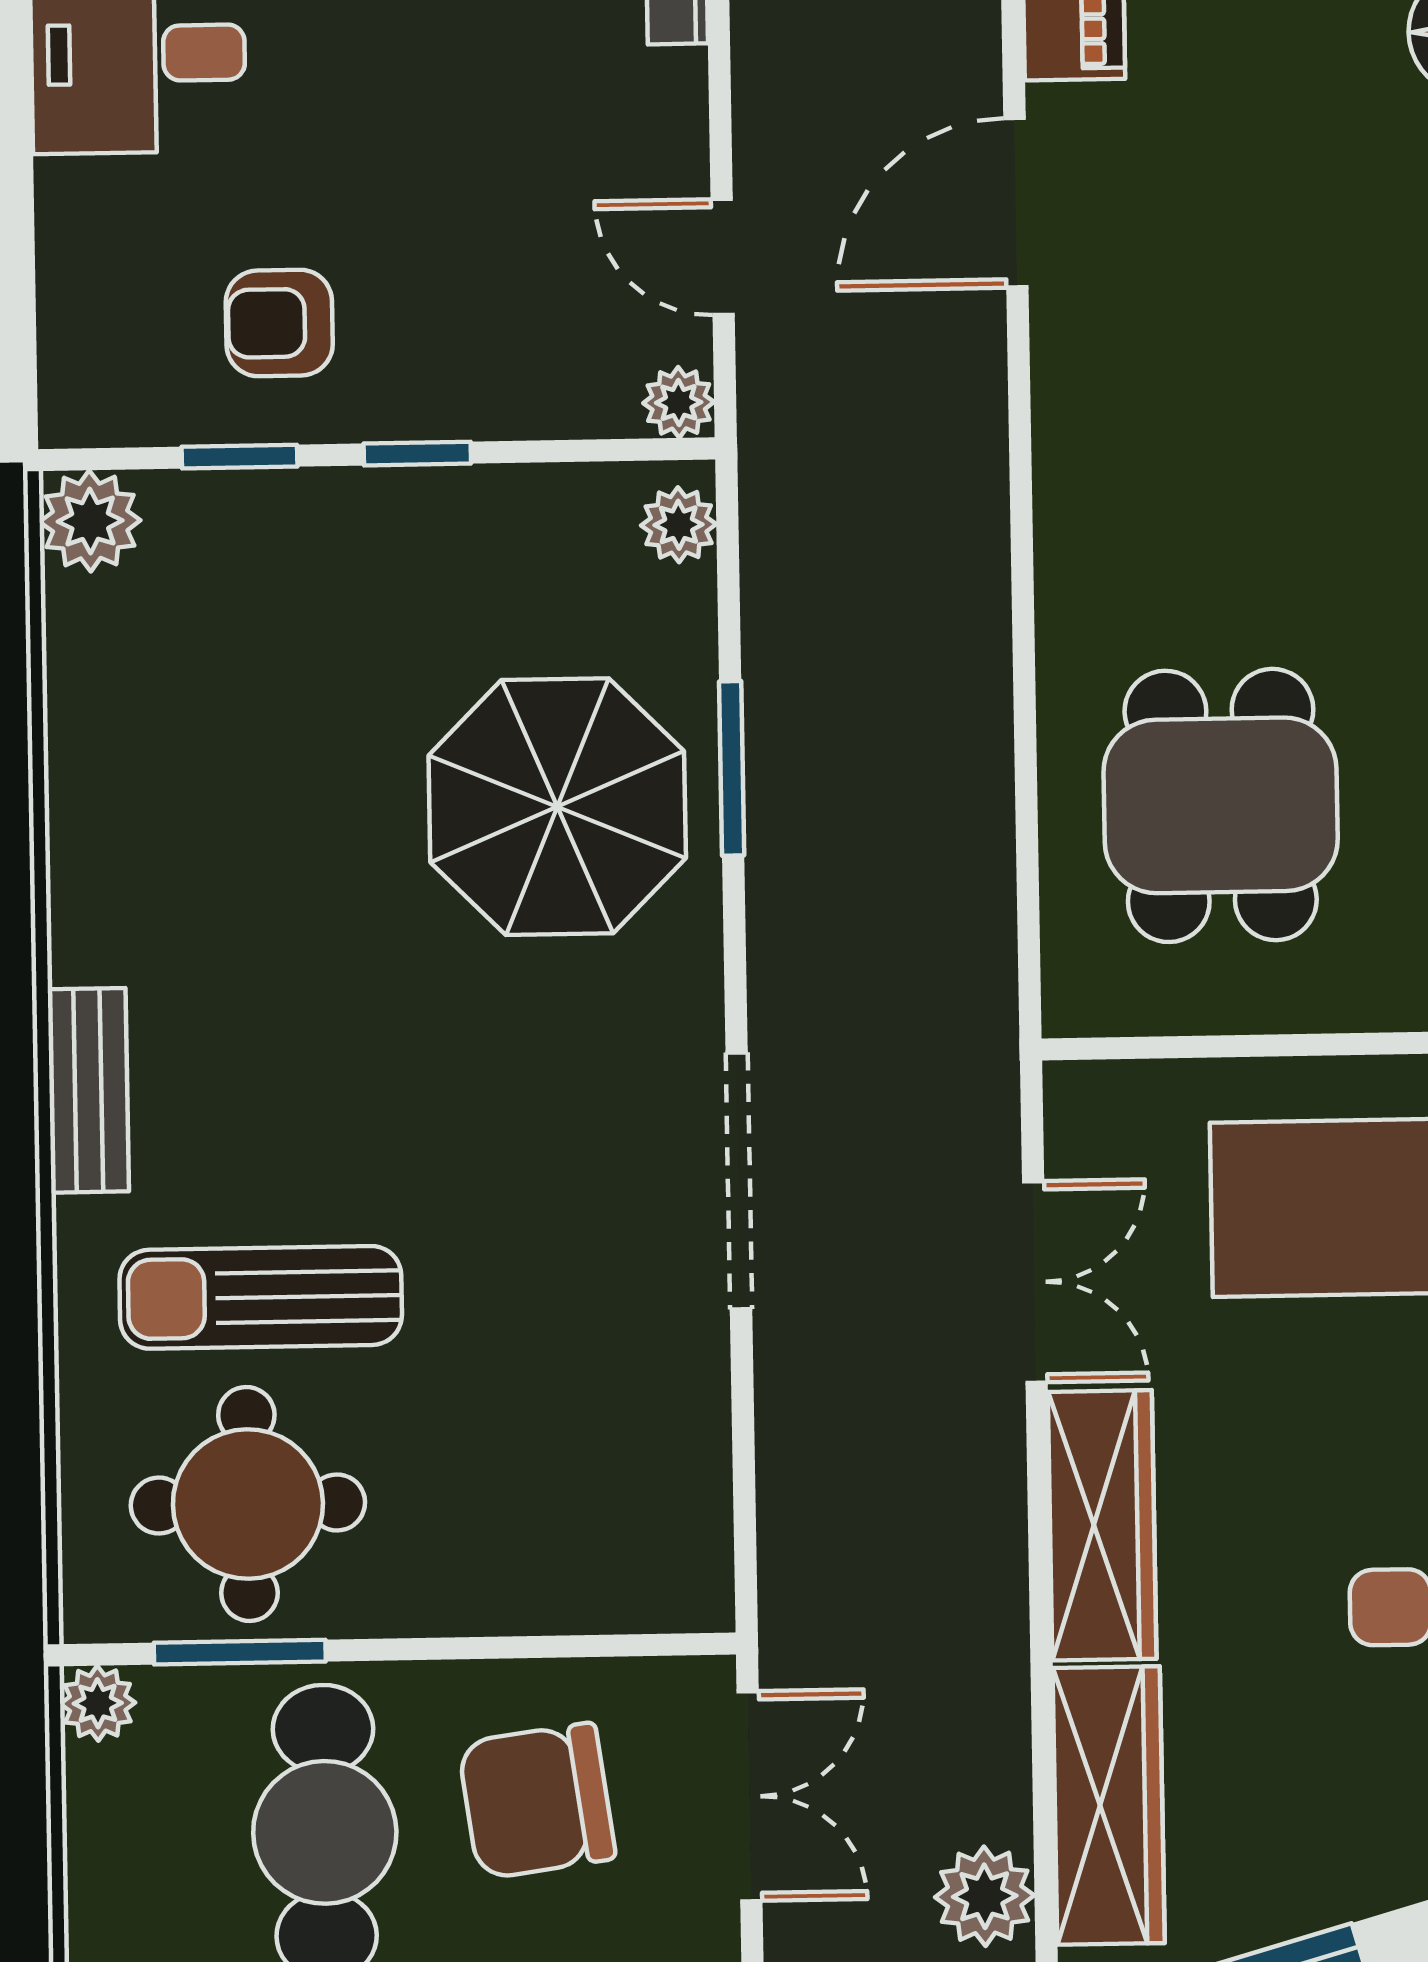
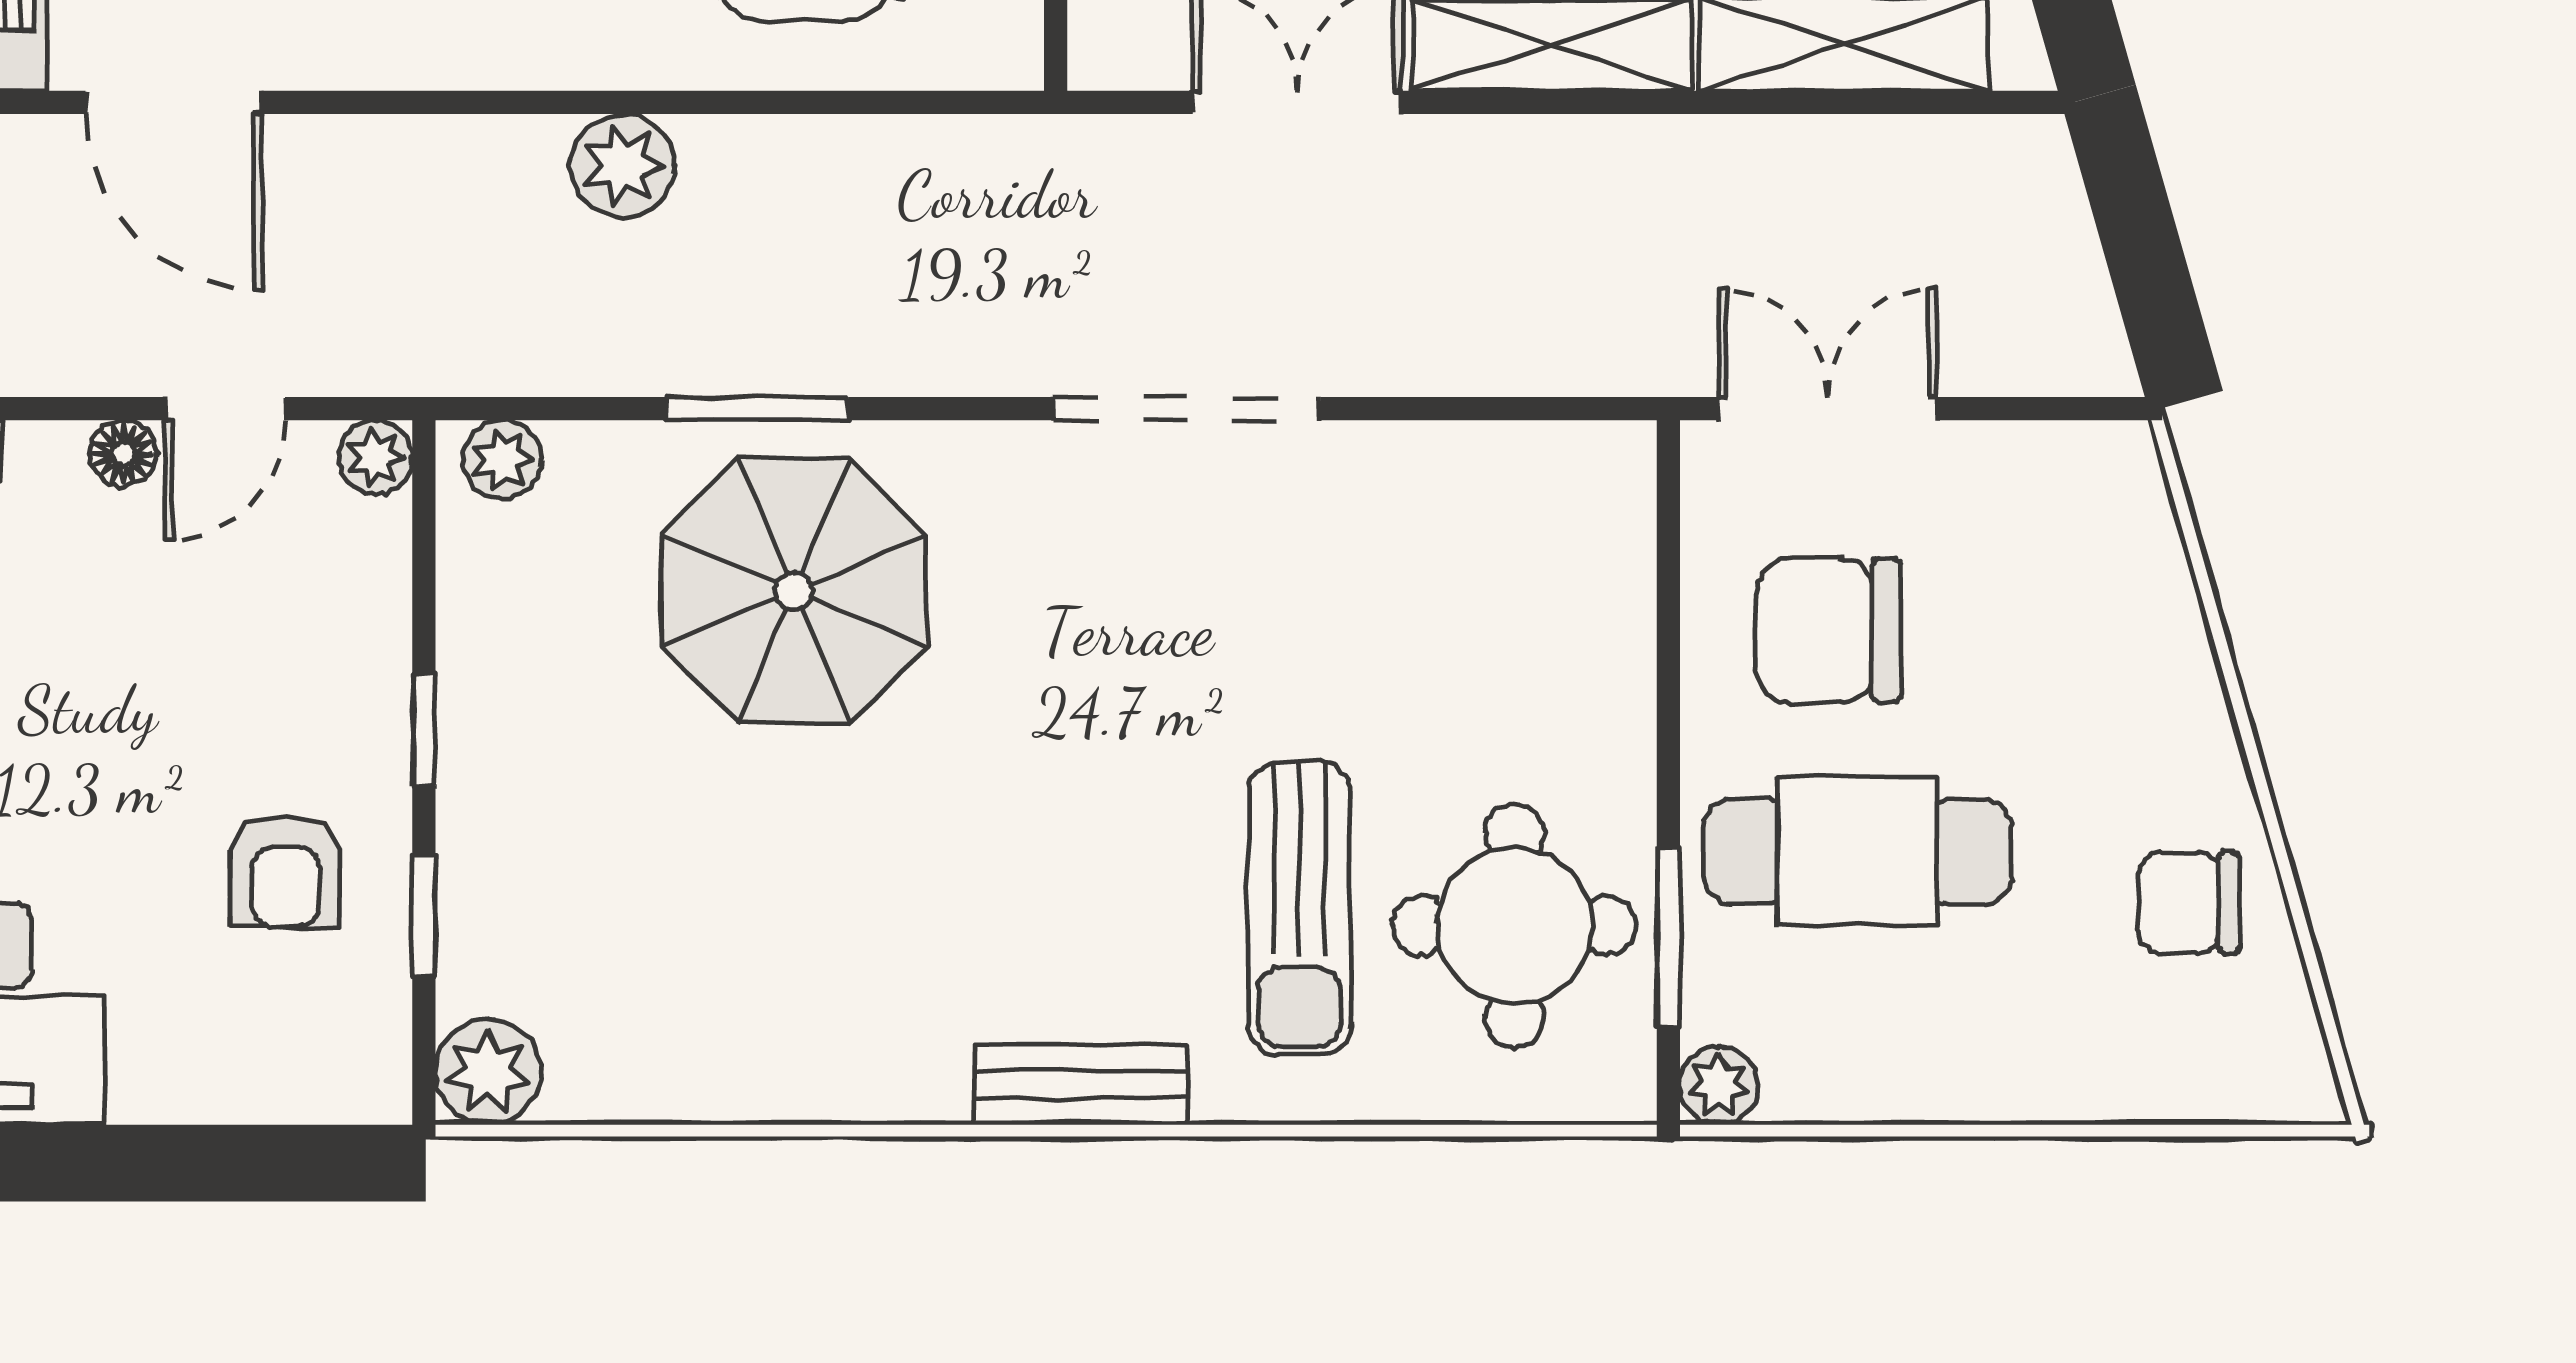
floor lamp: (678, 160) -> (123, 454), added
chair: (537, 1801) -> (1829, 630), turned 98
plant: (985, 1896) -> (623, 166), moved

